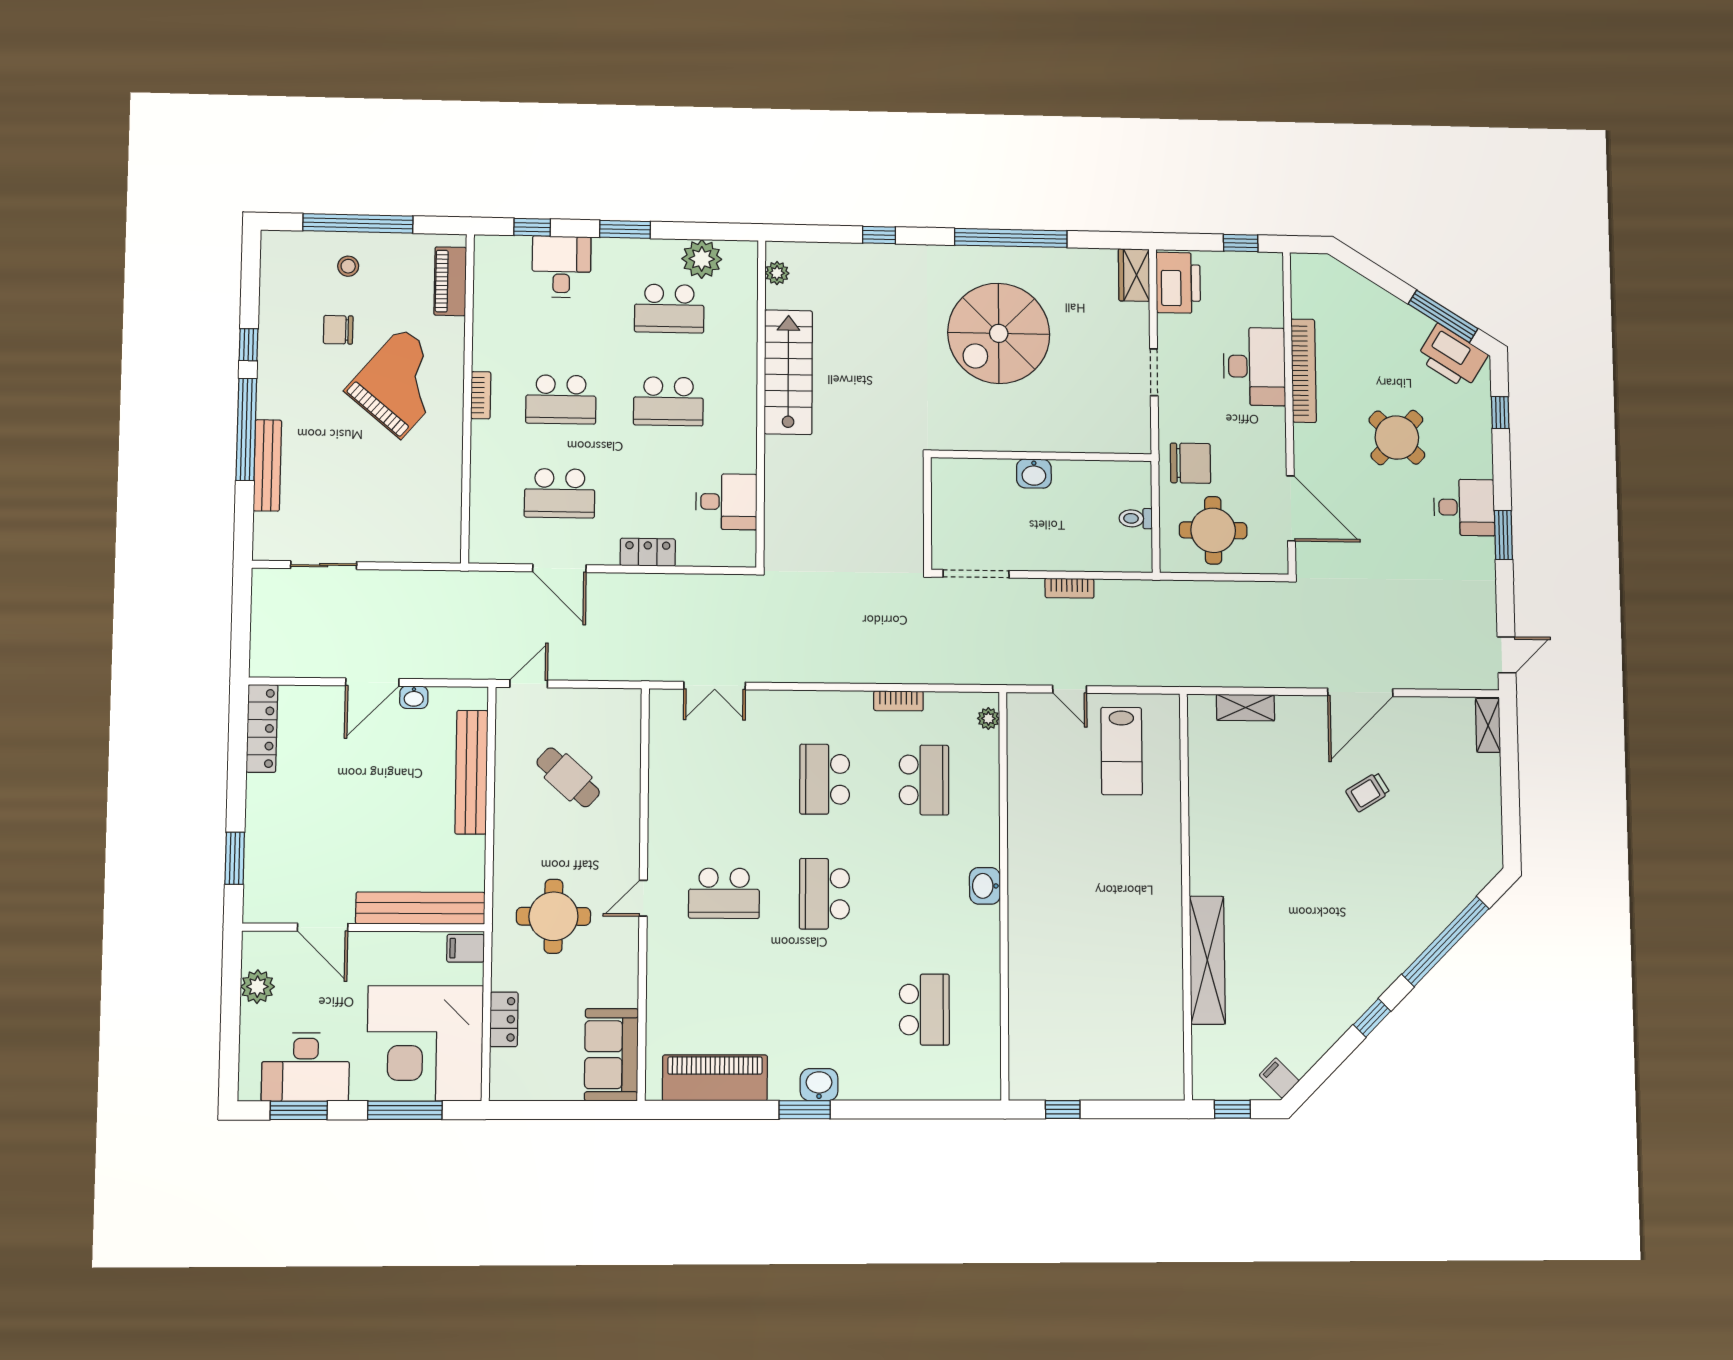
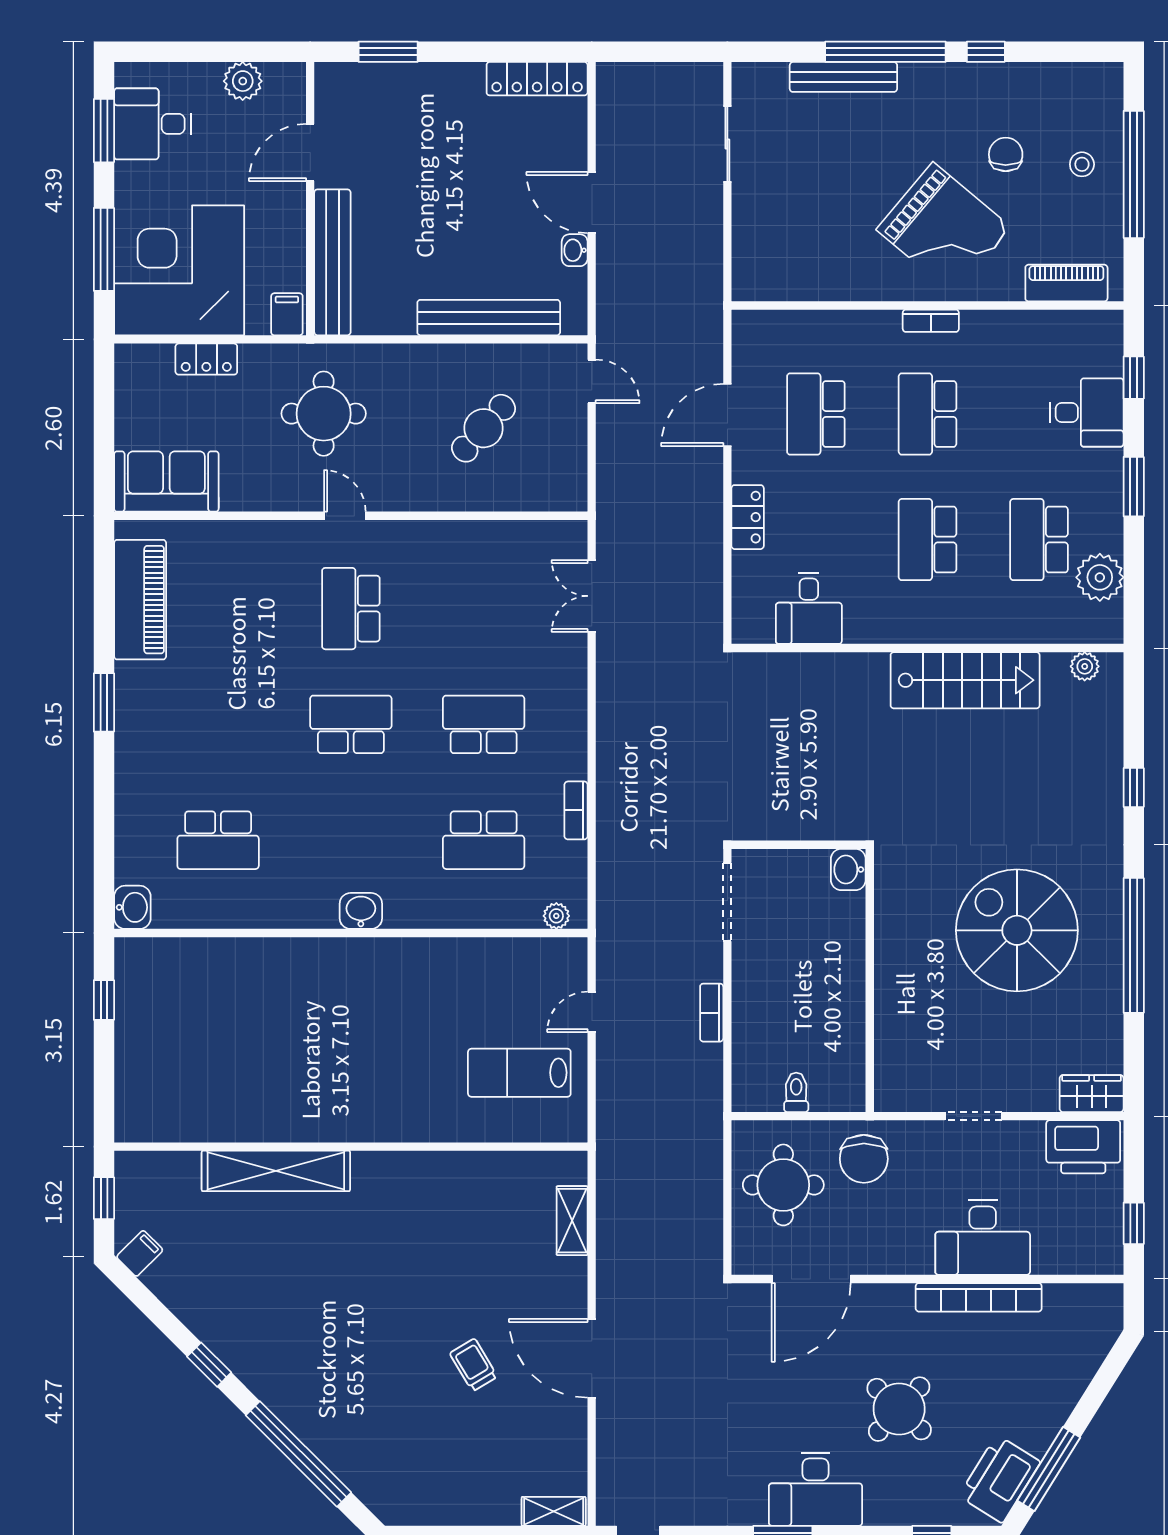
washbasin: (1034, 474) -> (848, 870), moved
desk: (1464, 507) -> (816, 1489), width x1.37
desk: (306, 1067) -> (152, 124), width x0.73
washbasin: (819, 1085) -> (132, 907), moved

